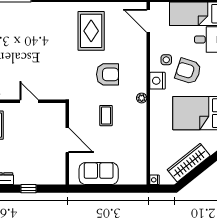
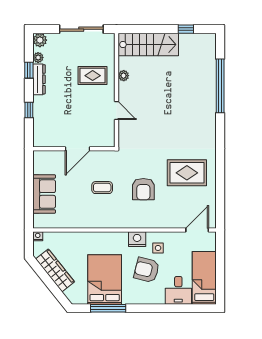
armchair: (188, 71) -> (147, 270), turned -94
plant: (142, 98) -> (120, 223), removed
door: (29, 101) -> (117, 111), hinge flipped
sofa: (99, 174) -> (44, 194), moved

